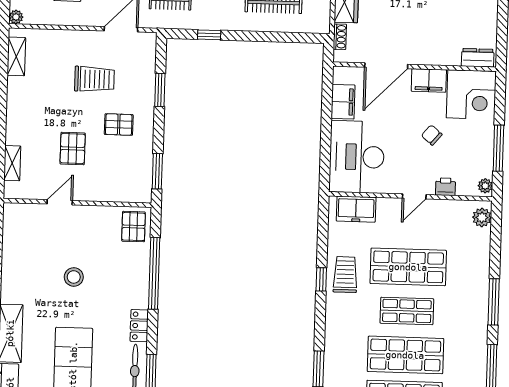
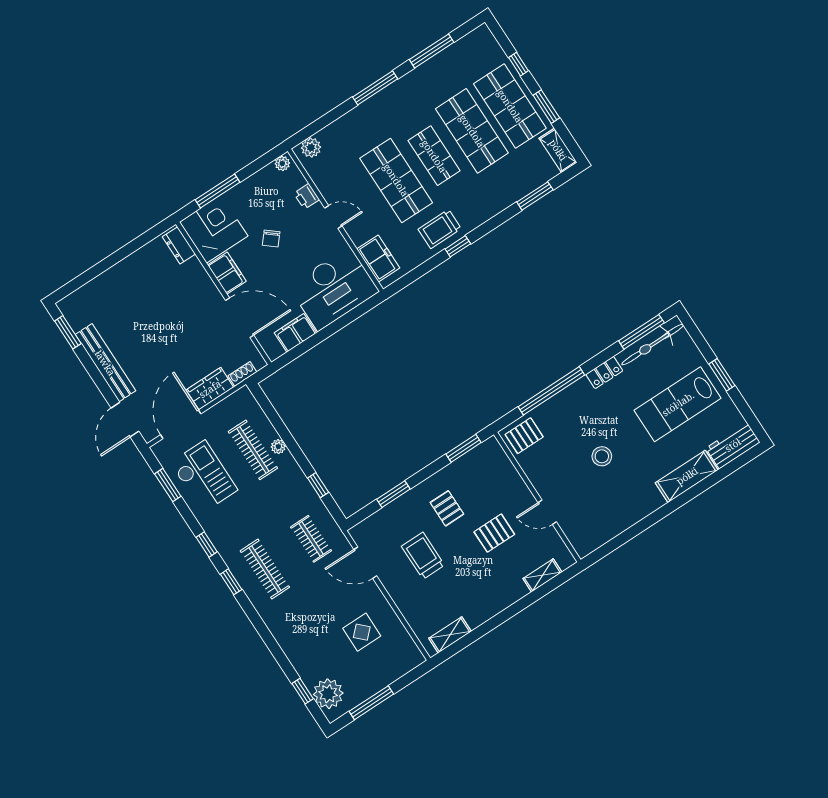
plant: (16, 17) -> (278, 447), moved
window: (498, 148) -> (218, 191), moved

